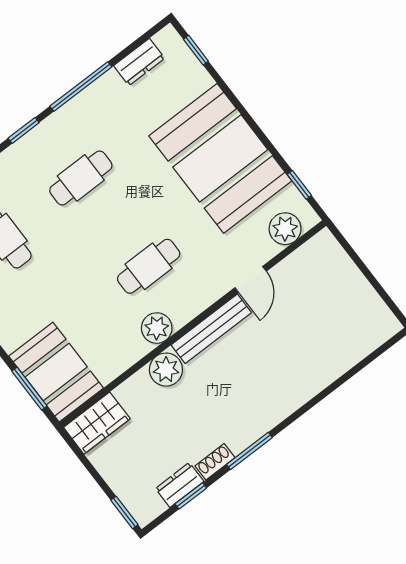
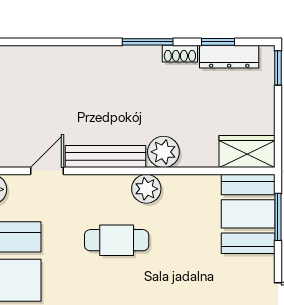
dresser: (180, 485) -> (229, 57), width x1.44

